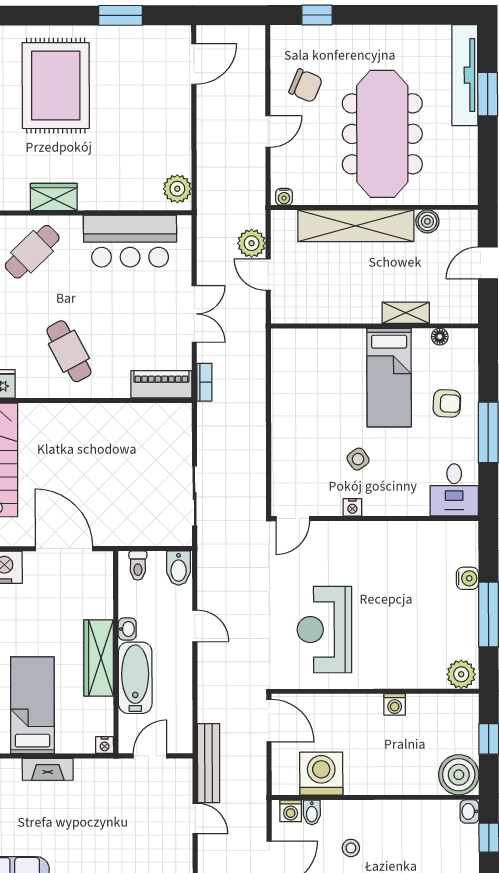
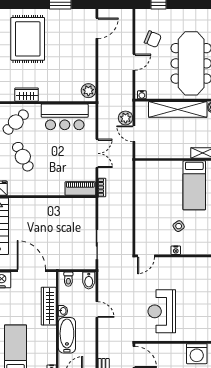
cafe table: (69, 351) -> (23, 157), moved
wardrobe: (99, 658) -> (49, 306), moved
washing machine: (395, 704) -> (197, 354), width x1.89, depth x1.89

